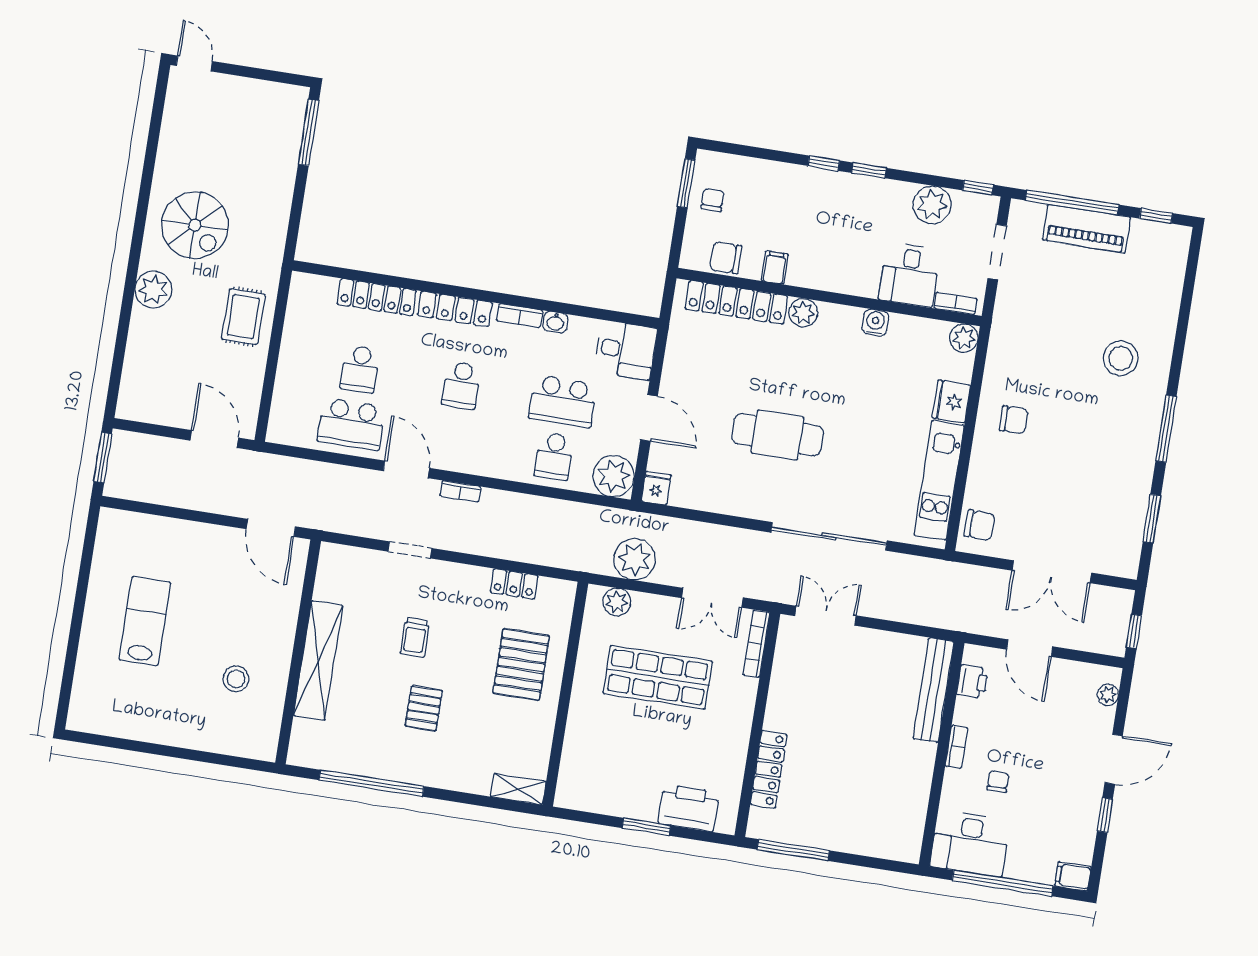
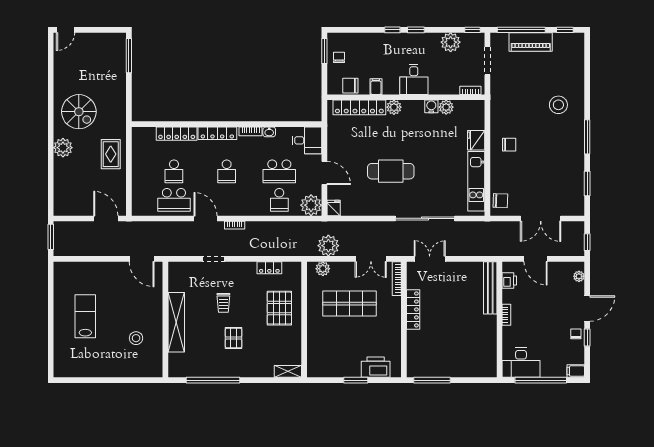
door: (194, 63) -> (66, 30), swing flipped
desk: (909, 275) -> (414, 79), moved
plant: (964, 338) -> (446, 107), moved
locker: (769, 769) -> (413, 309), moved
chair: (998, 782) -> (576, 334), moved

